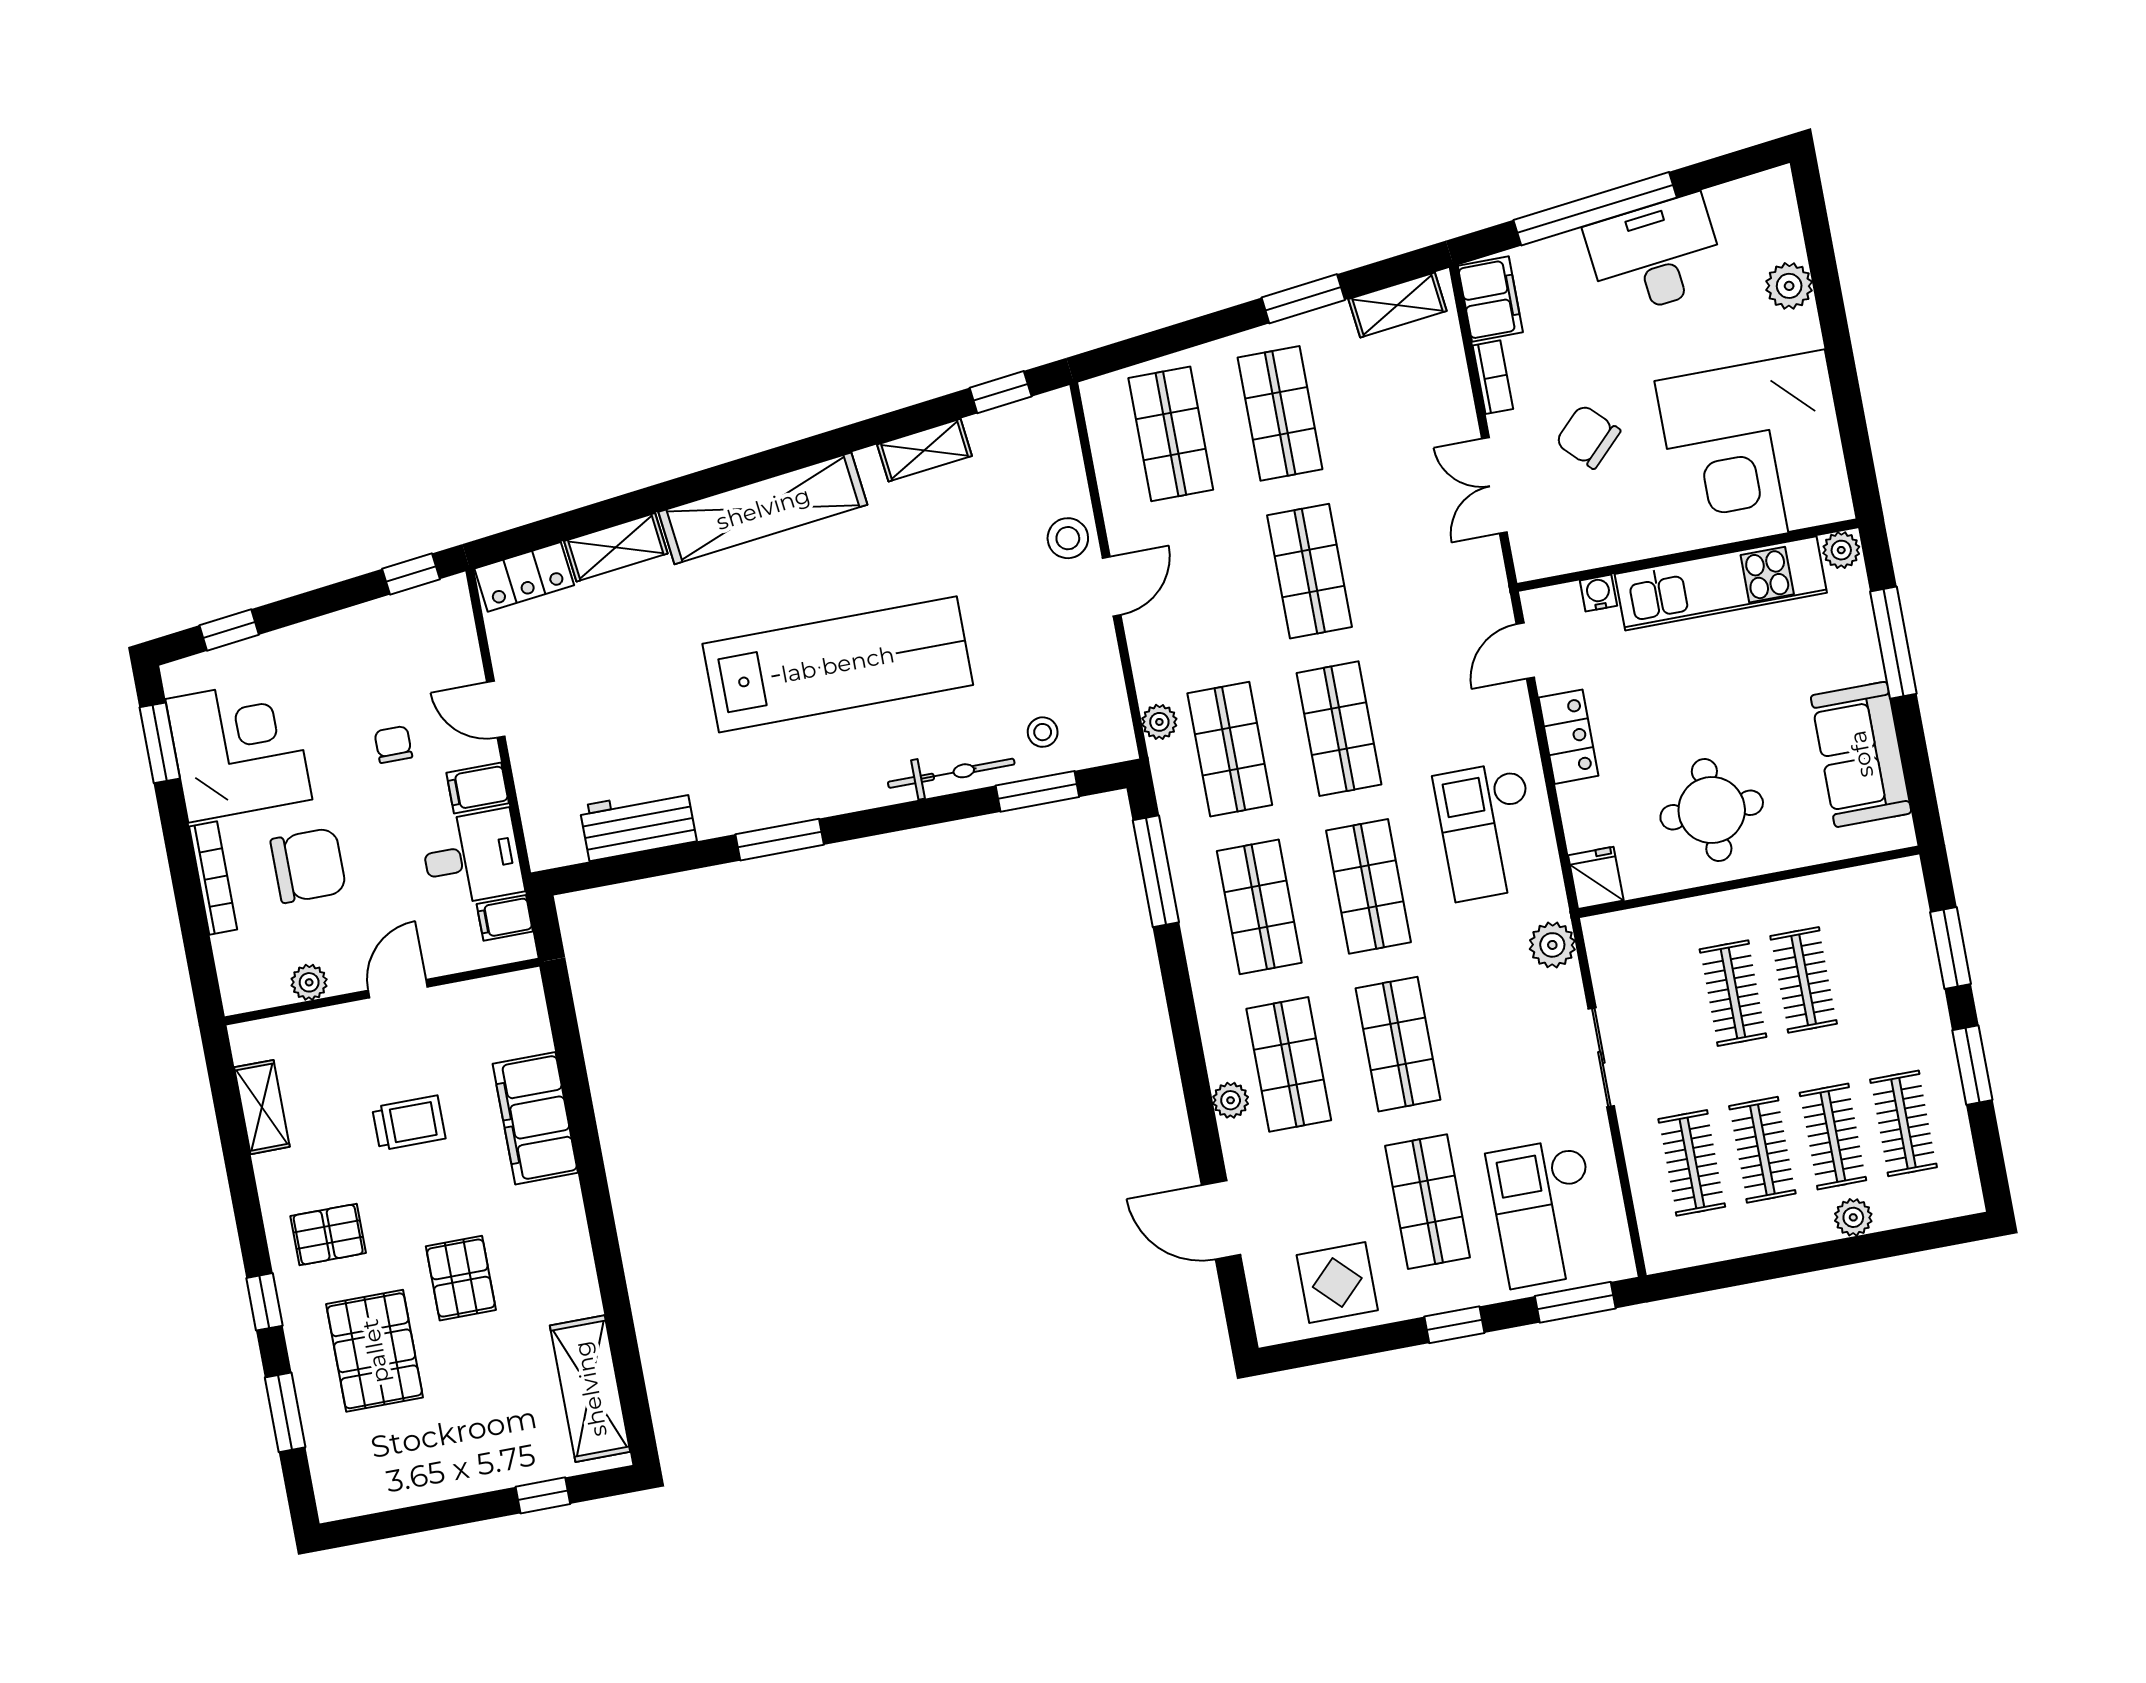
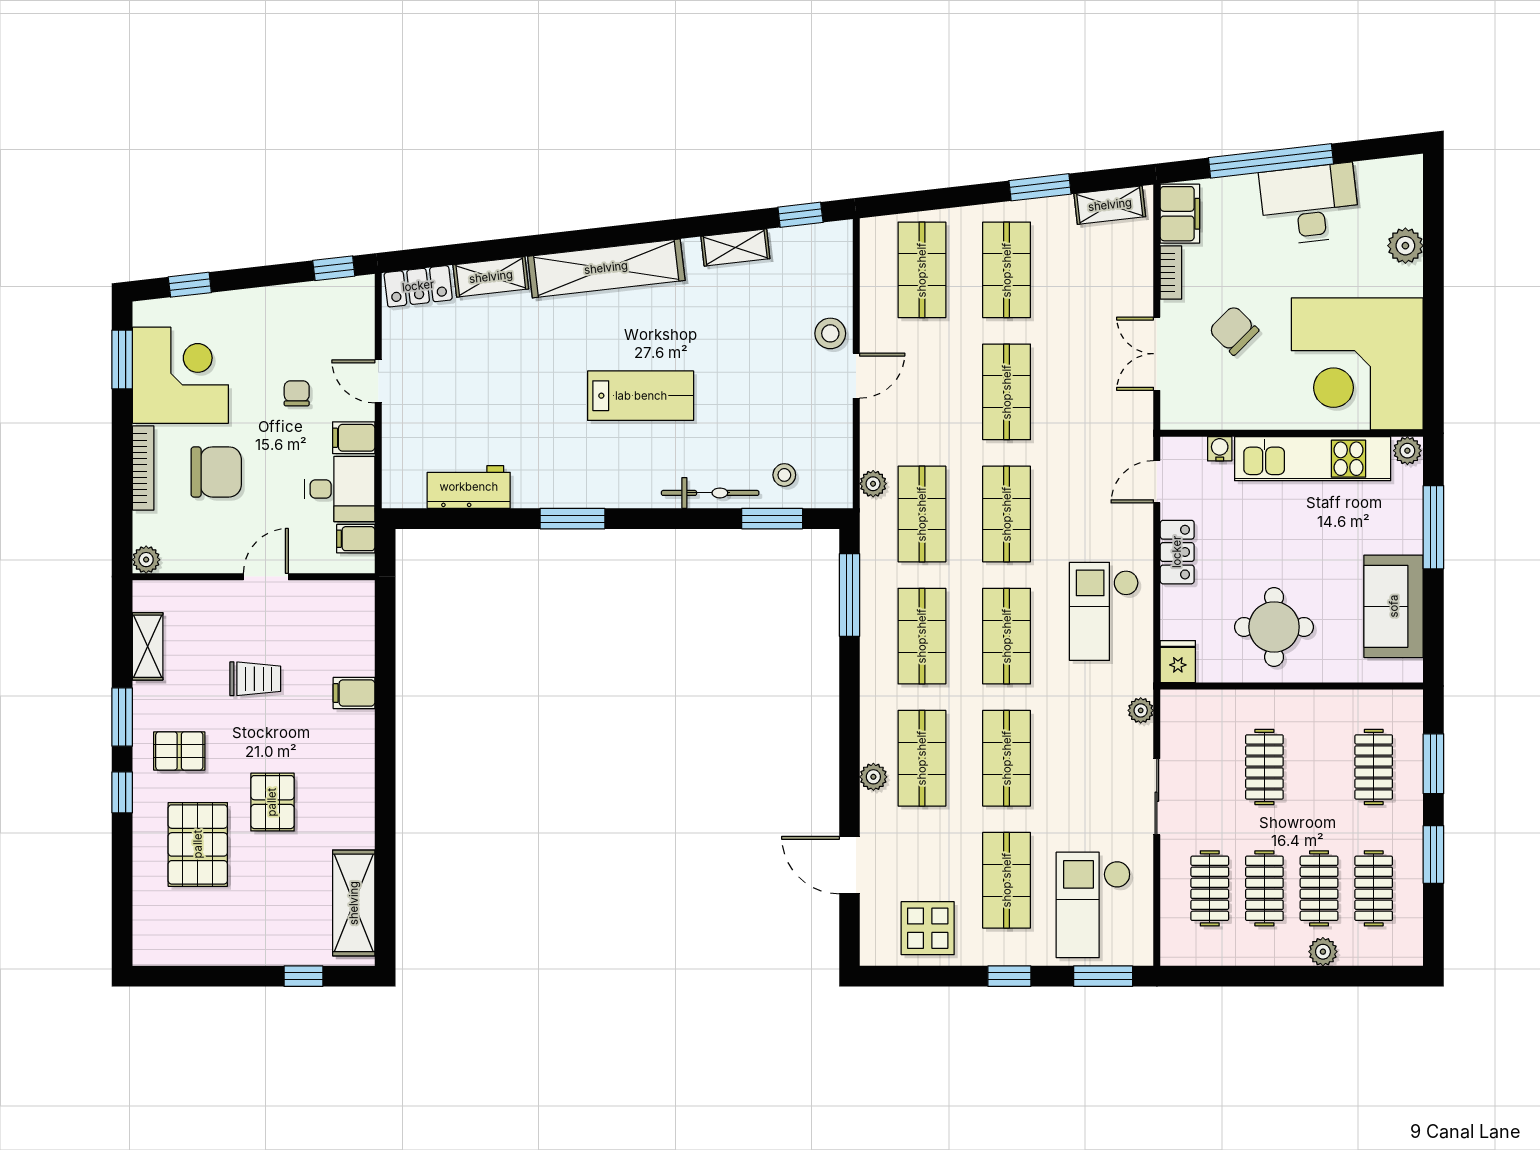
lab bench: (838, 664) -> (641, 396), width x0.54, depth x0.72
plant: (1552, 945) -> (1141, 710), width x0.73, depth x0.73
clothes rail: (1804, 980) -> (1374, 767), moved
plant: (309, 982) -> (146, 560), moved
filing cabinet: (535, 1118) -> (354, 693), width x0.33, depth x0.86
window: (285, 1412) -> (122, 717), moved

